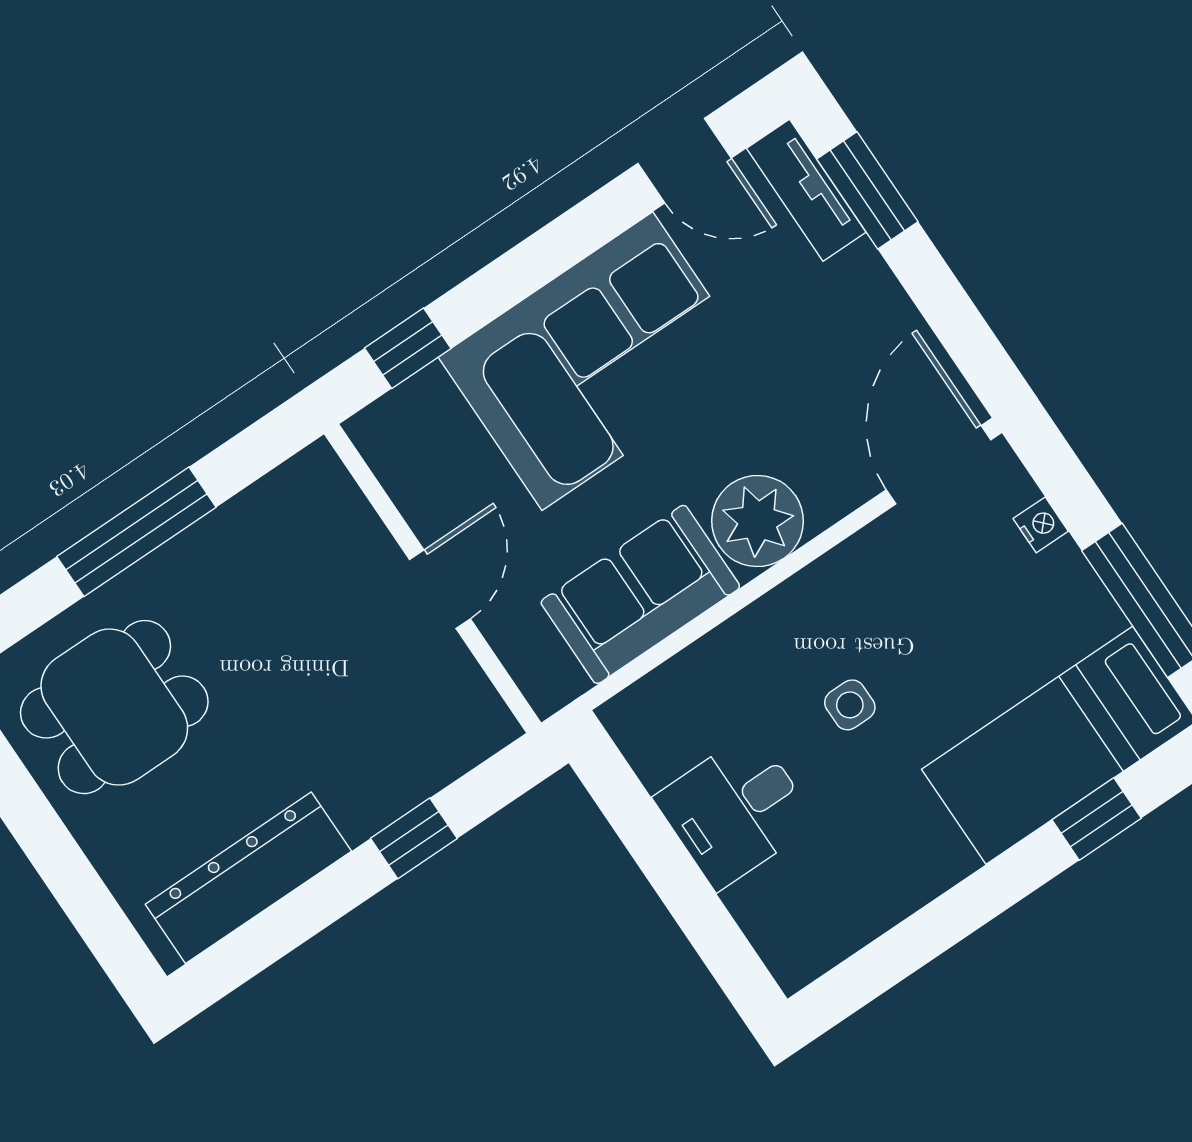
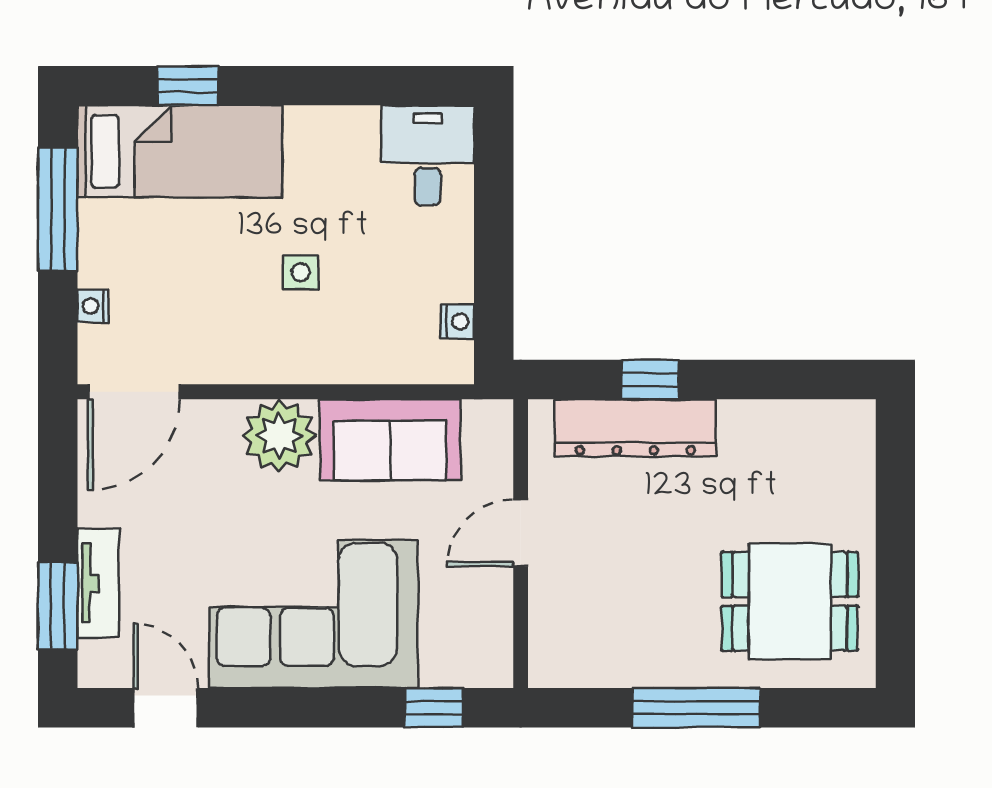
tv unit: (806, 190) -> (98, 583), moved
nightstand: (653, 764) -> (458, 322), added
desk: (735, 810) -> (428, 155), moved, turned -90
dresser: (248, 878) -> (635, 428), moved

